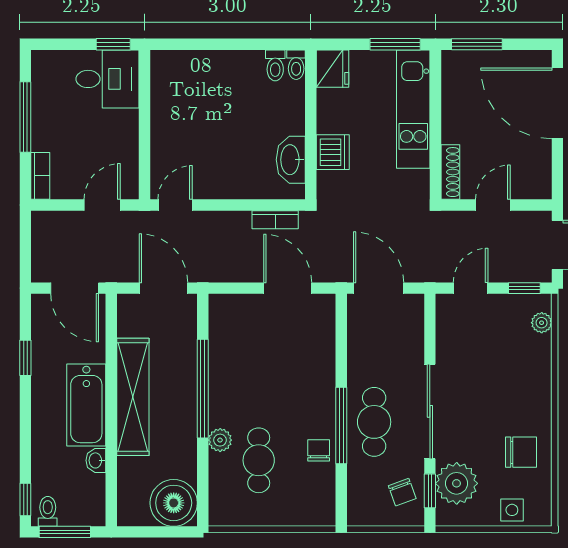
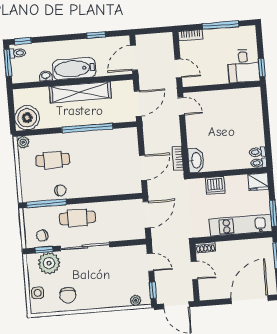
washbasin: (291, 160) -> (196, 160), moved, turned 90
shoe rack: (450, 172) -> (205, 247), width x0.70
window: (341, 426) -> (46, 203), moved
plant: (220, 440) -> (23, 142), moved

